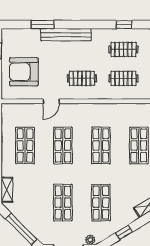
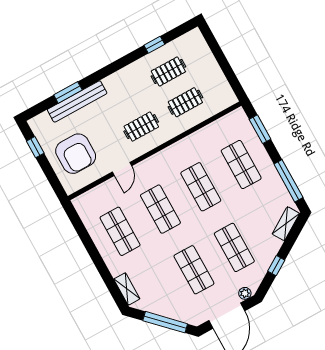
bench: (66, 35) -> (77, 101), moved
armchair: (24, 72) -> (76, 154), turned -90

